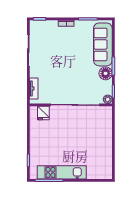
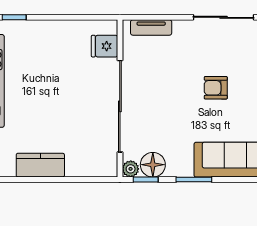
armchair: (65, 55) -> (216, 88), added
floor lamp: (106, 73) -> (153, 165), moved
kitchen counter: (106, 147) -> (40, 165), added

